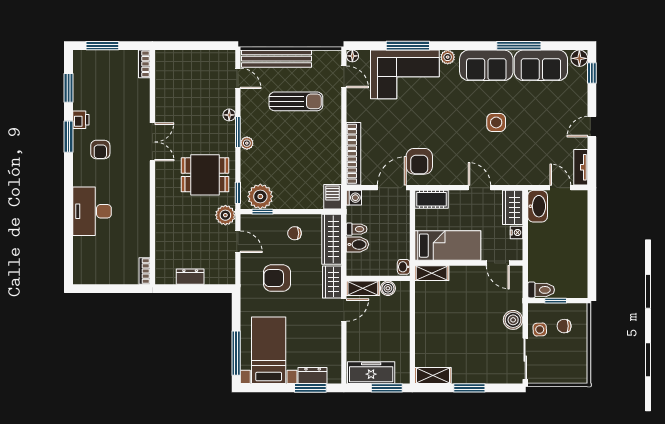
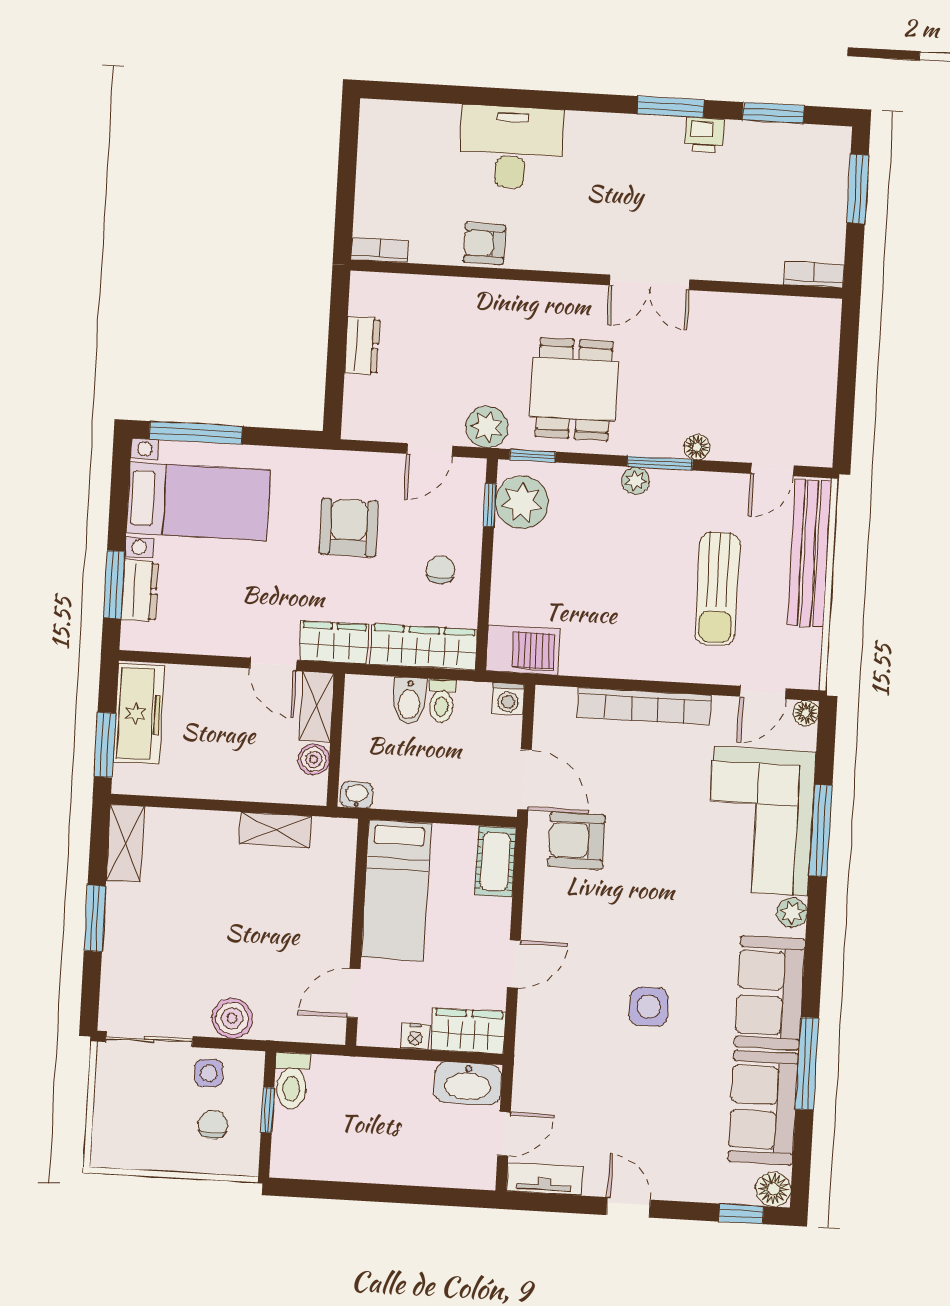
armchair: (100, 149) -> (484, 244), moved
bookcase: (354, 154) -> (644, 706), moved
barbecue: (333, 197) -> (523, 650), width x1.38, depth x1.27
shelving: (432, 273) -> (275, 830), moved, turned 90

